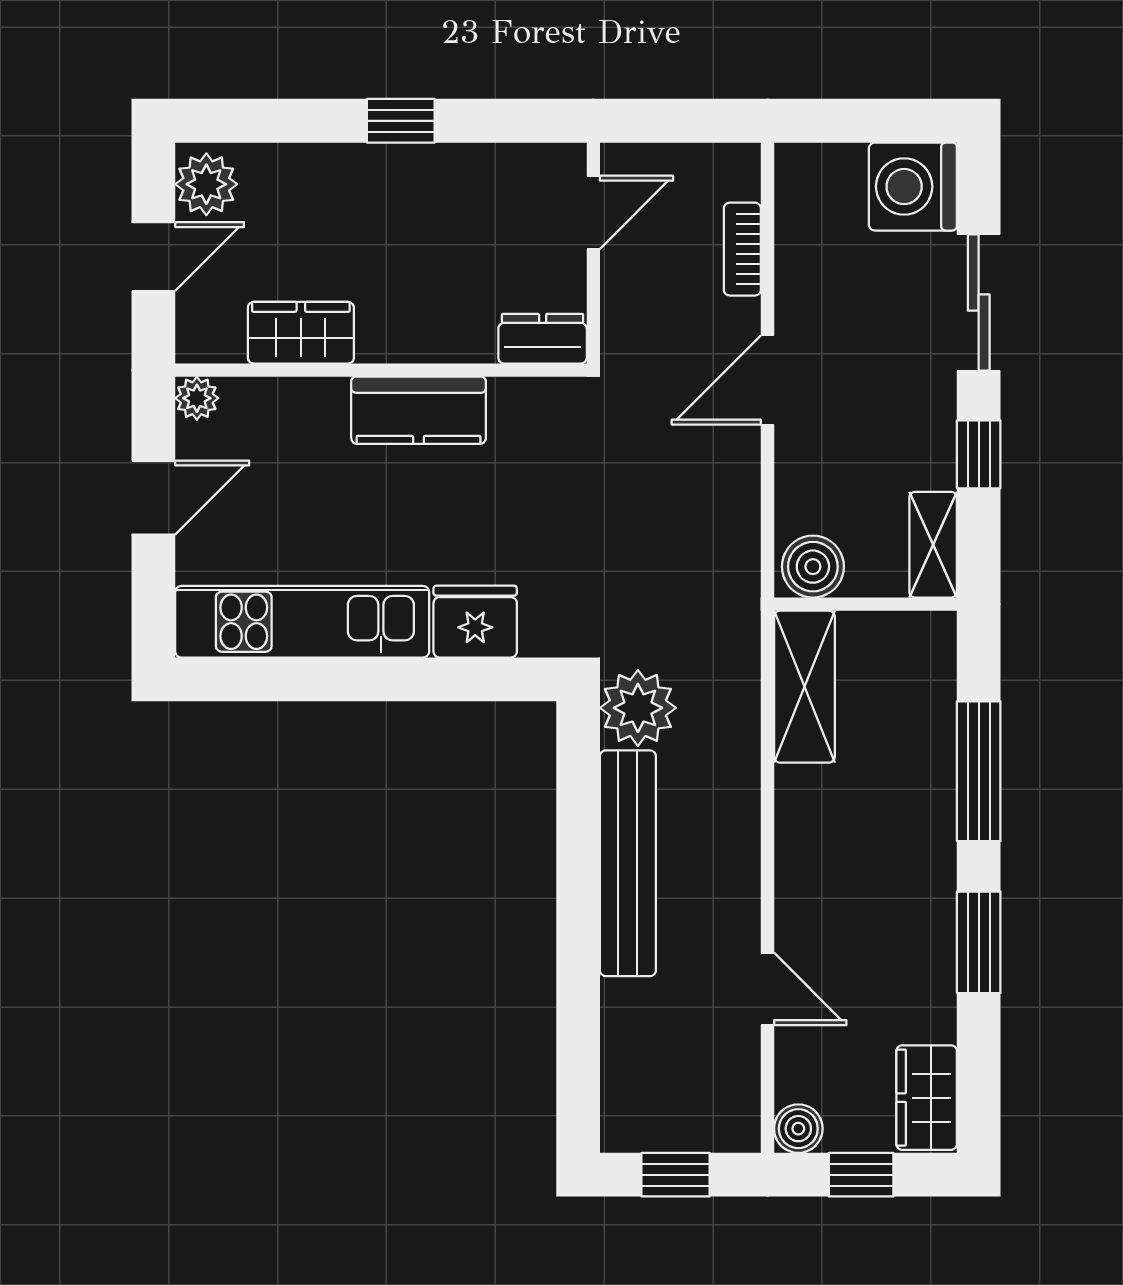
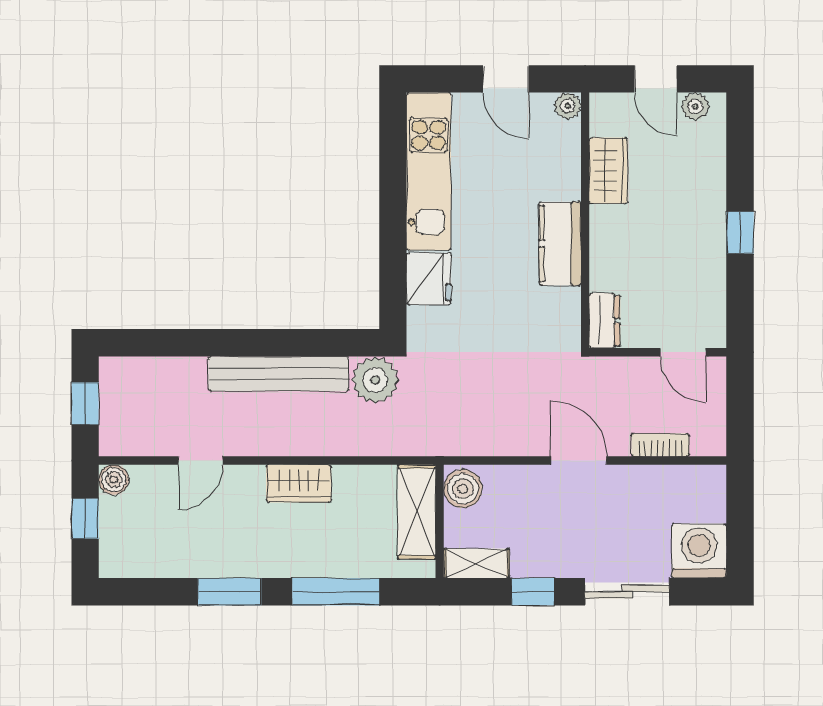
plant: (206, 184) -> (695, 106), width x0.73, depth x0.73
shelving: (804, 687) -> (417, 512), moved, turned 90
wardrobe: (927, 1098) -> (299, 483), moved, turned 180

